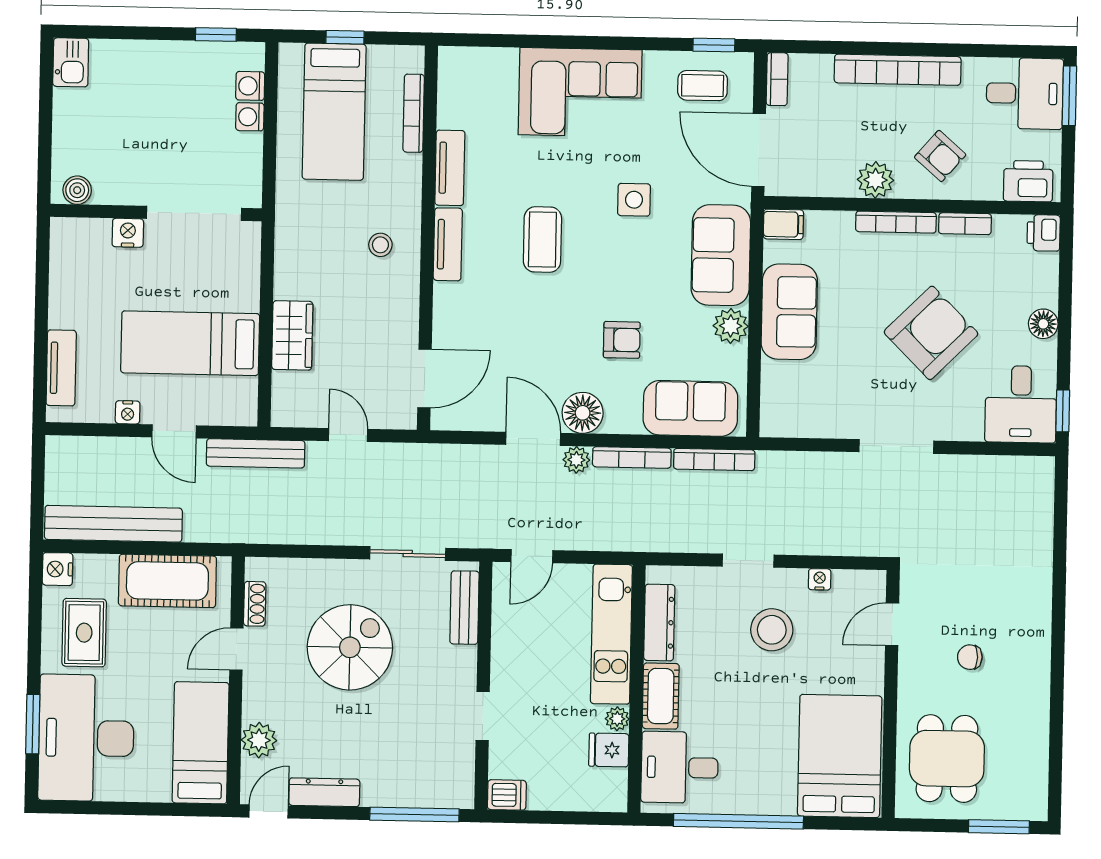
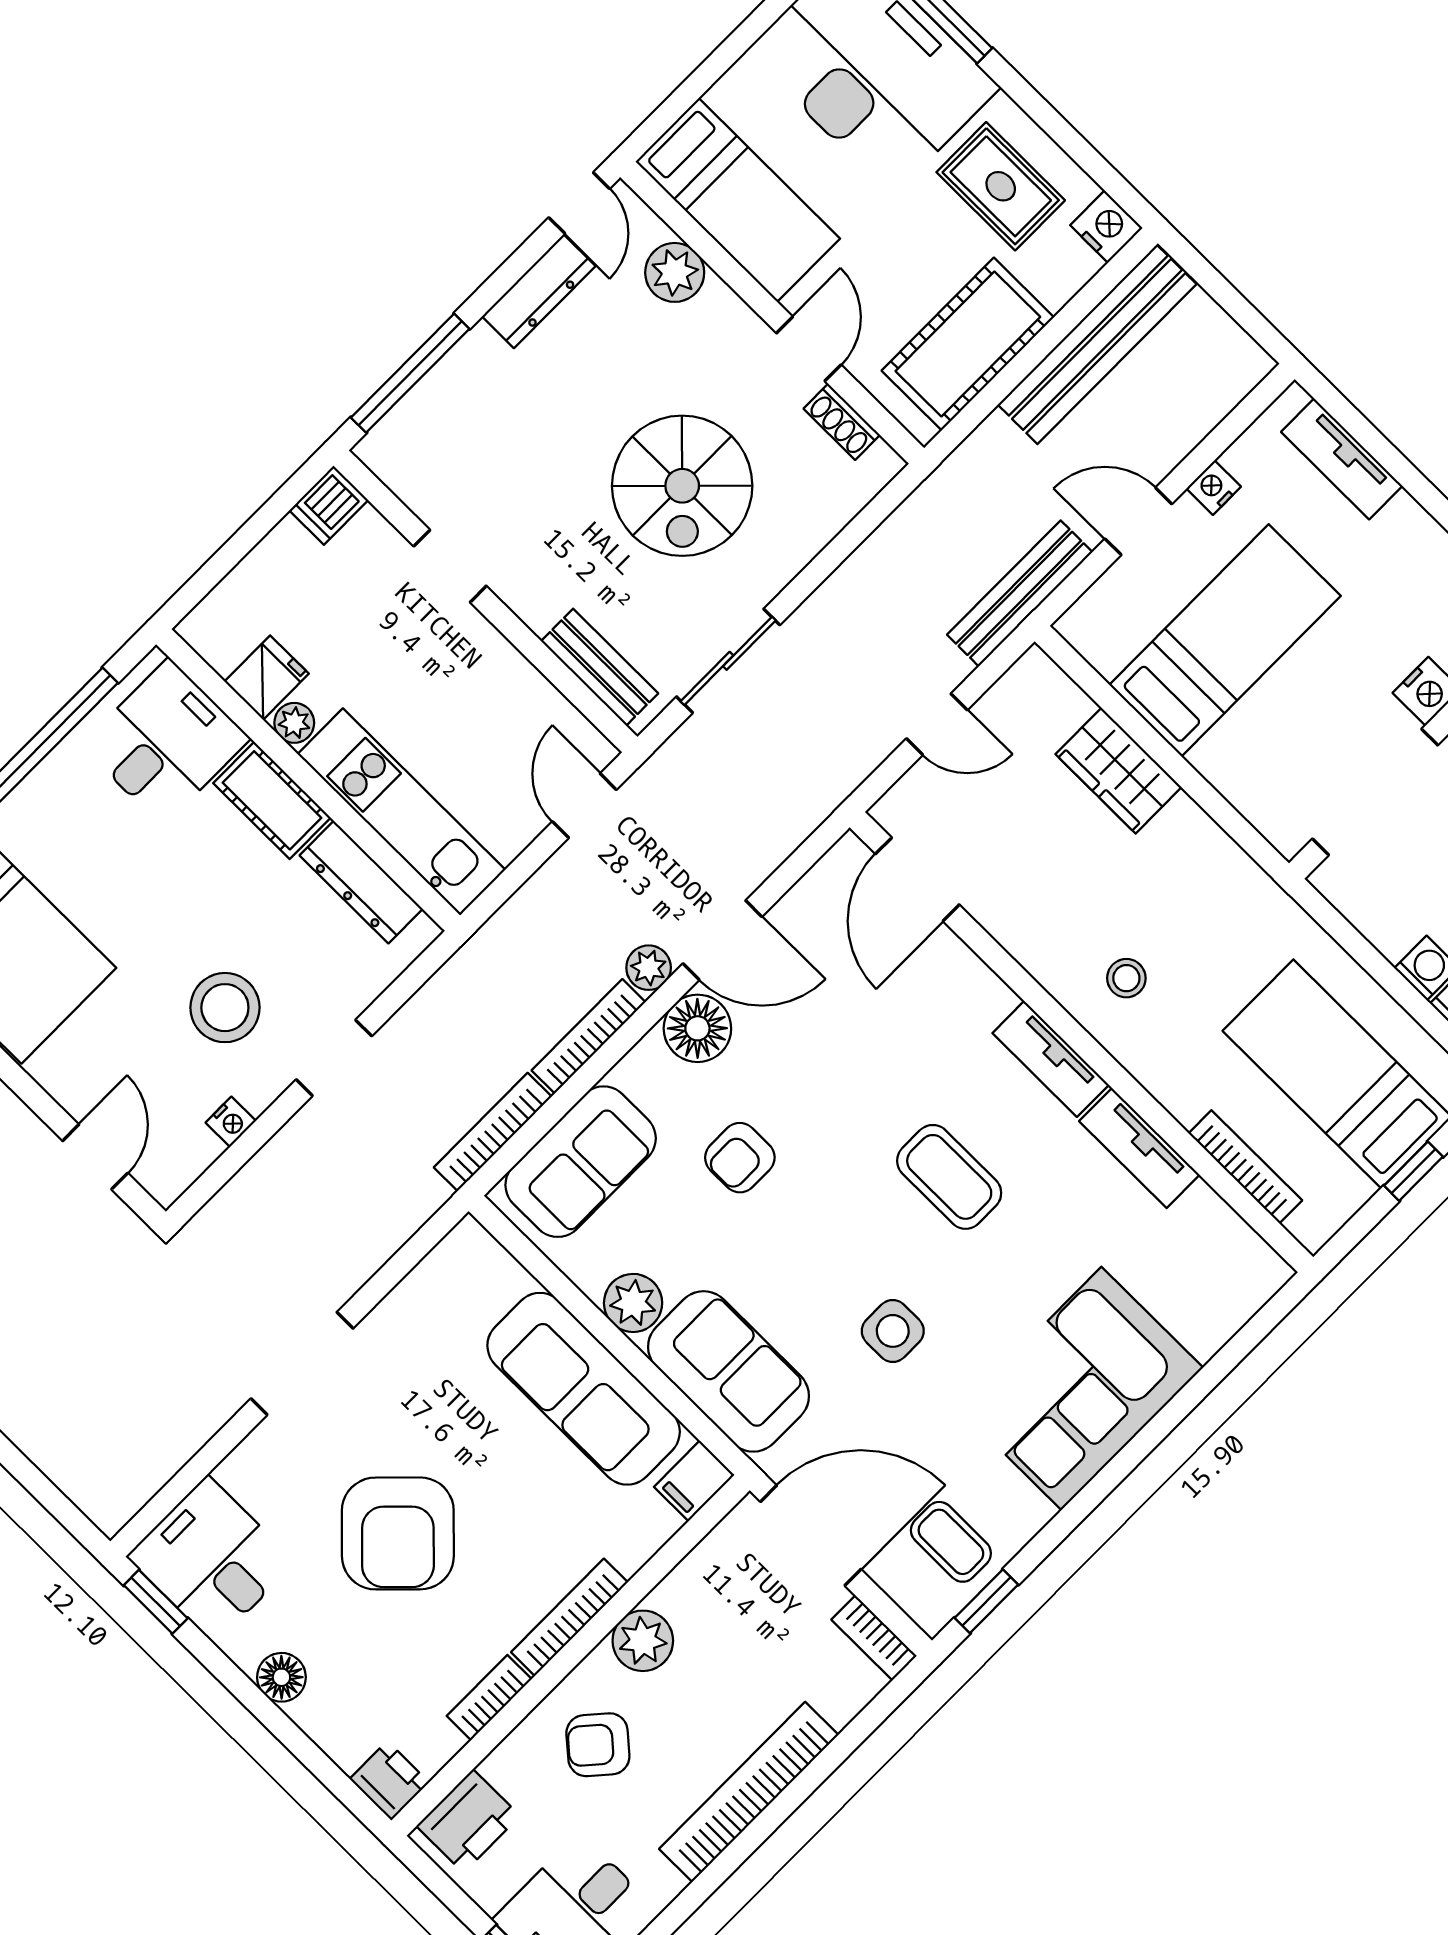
coffee table: (703, 86) -> (951, 1542), turned 90
sofa: (789, 312) -> (584, 1389), width x1.36

